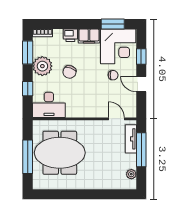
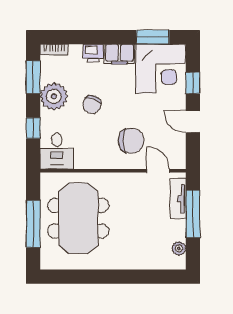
chair: (113, 75) -> (131, 141), moved, width x1.87, depth x1.87
desk: (49, 105) -> (57, 151), width x0.73
meeting table: (60, 153) -> (78, 218), turned 90

